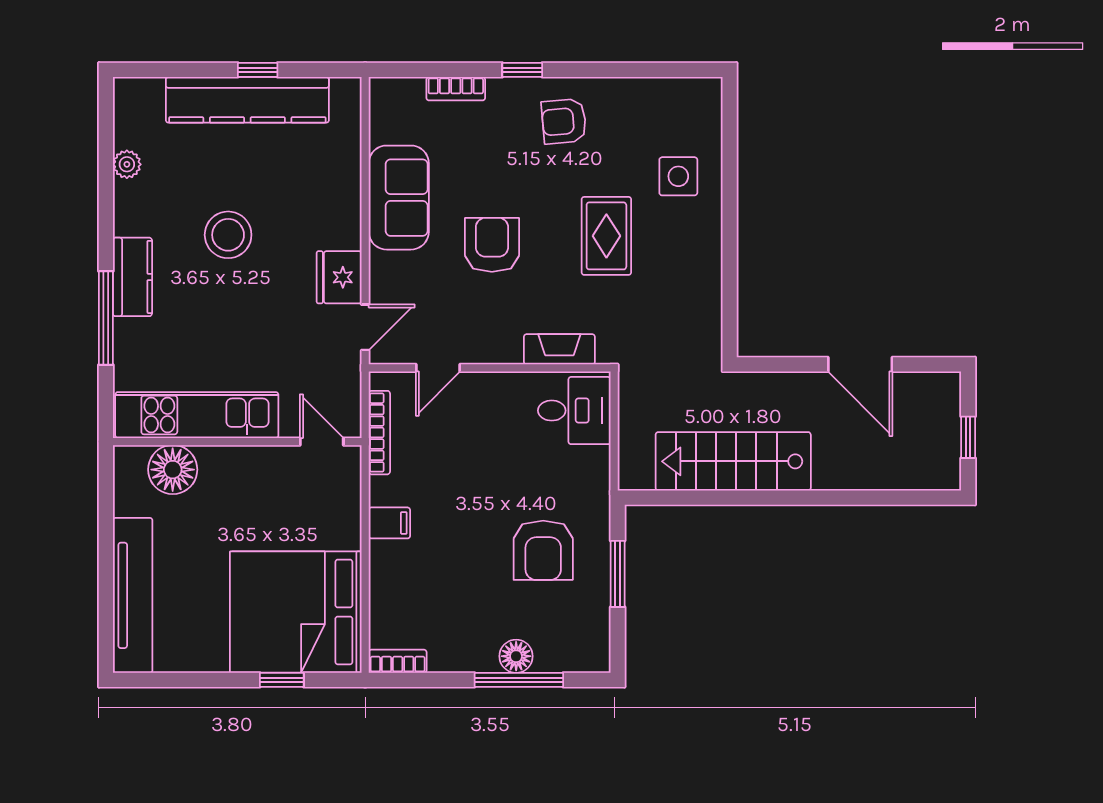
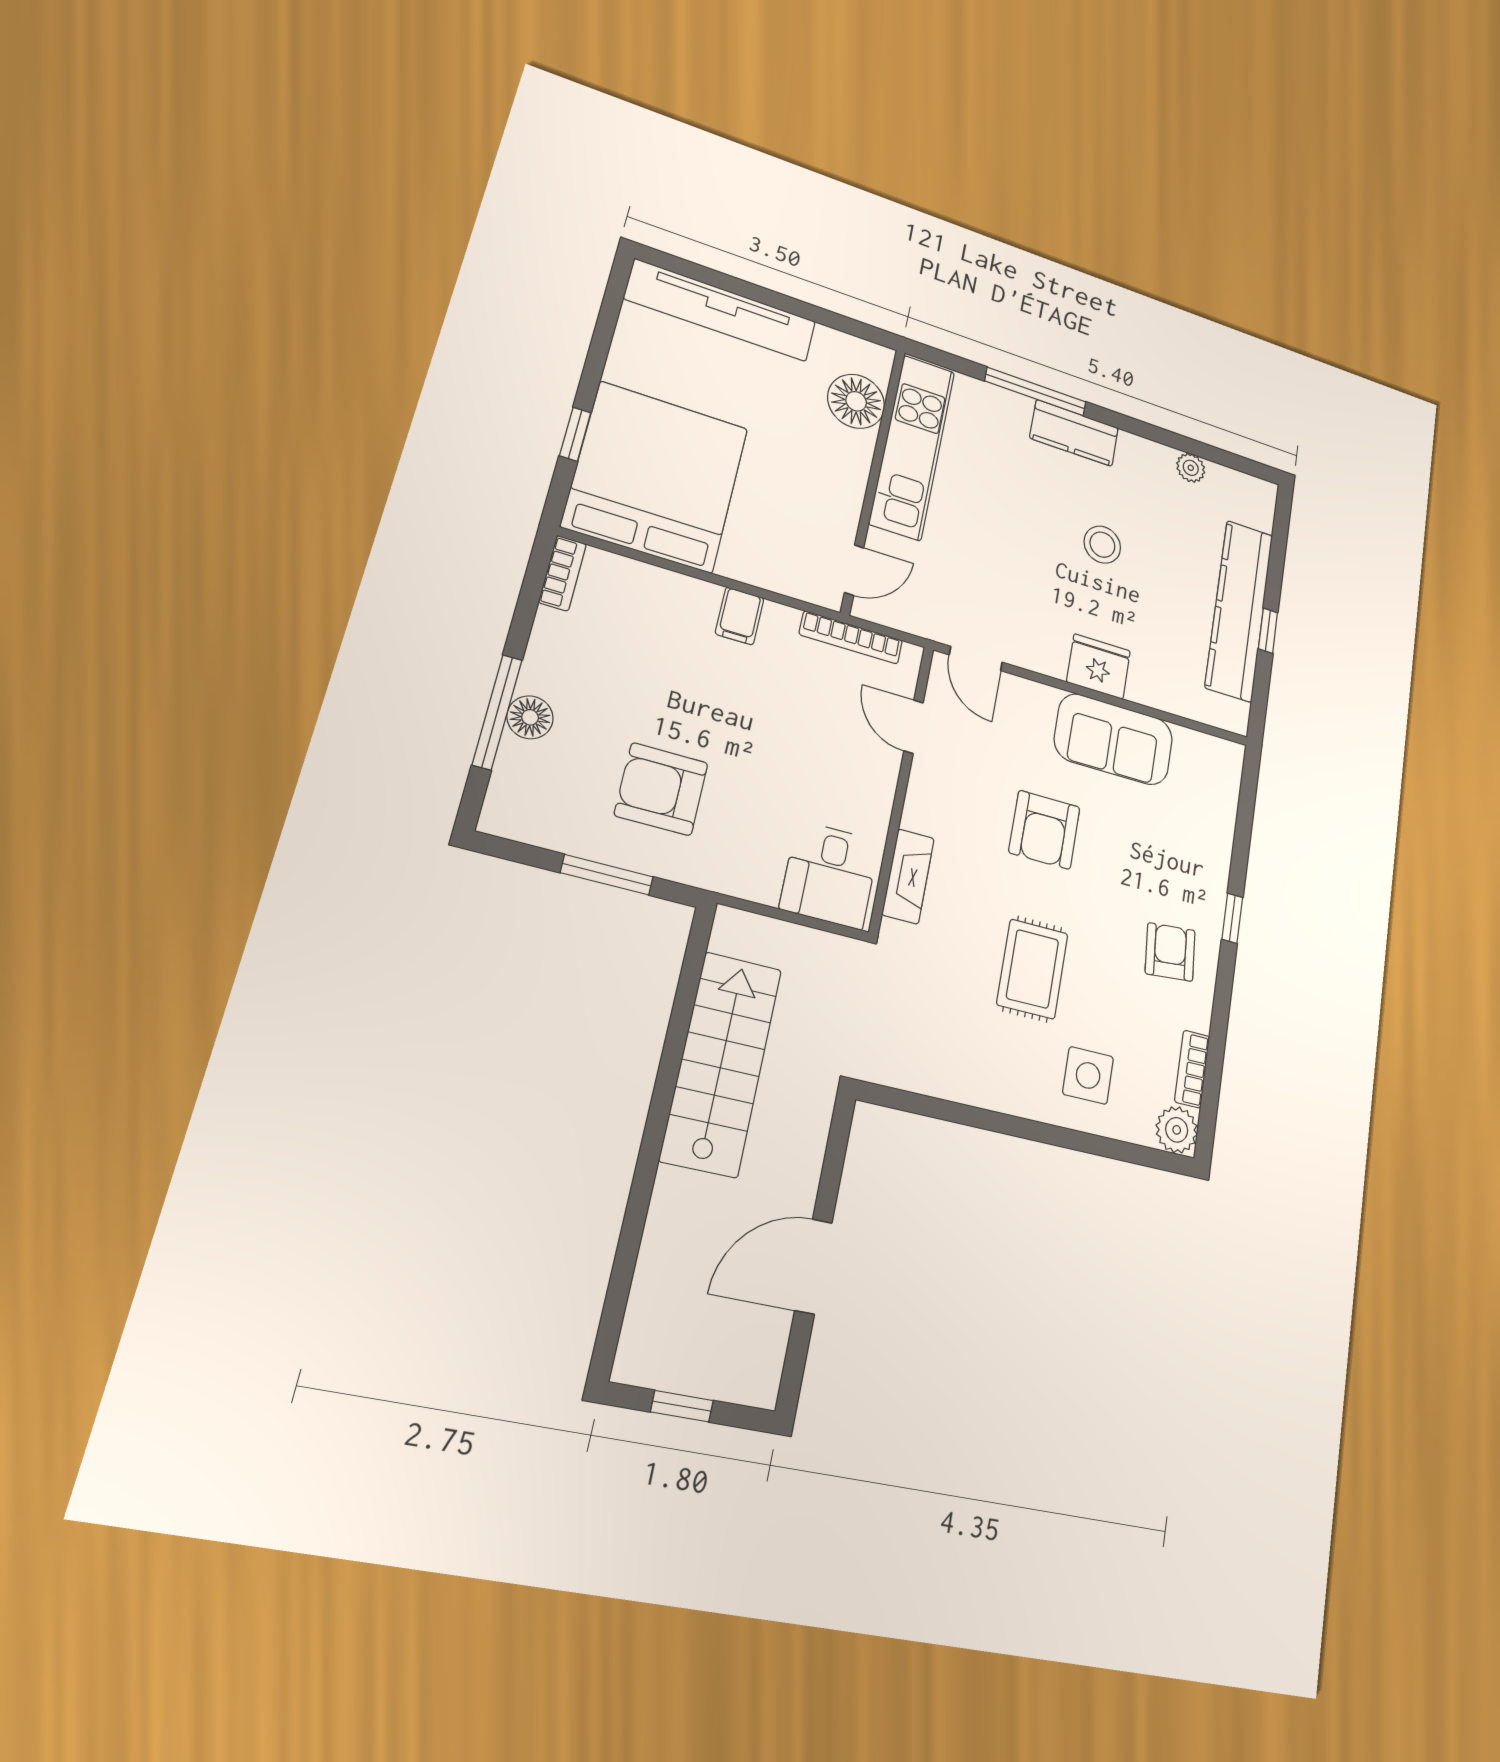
bookcase: (456, 89) -> (1192, 1069), moved
plant: (704, 95) -> (1177, 1130), added
stool: (228, 235) -> (1102, 545), width x0.73, depth x0.73
rug: (606, 236) -> (1032, 969), turned 90
armchair: (492, 245) -> (1044, 830), turned 90
fridge: (339, 277) -> (1098, 666), moved

